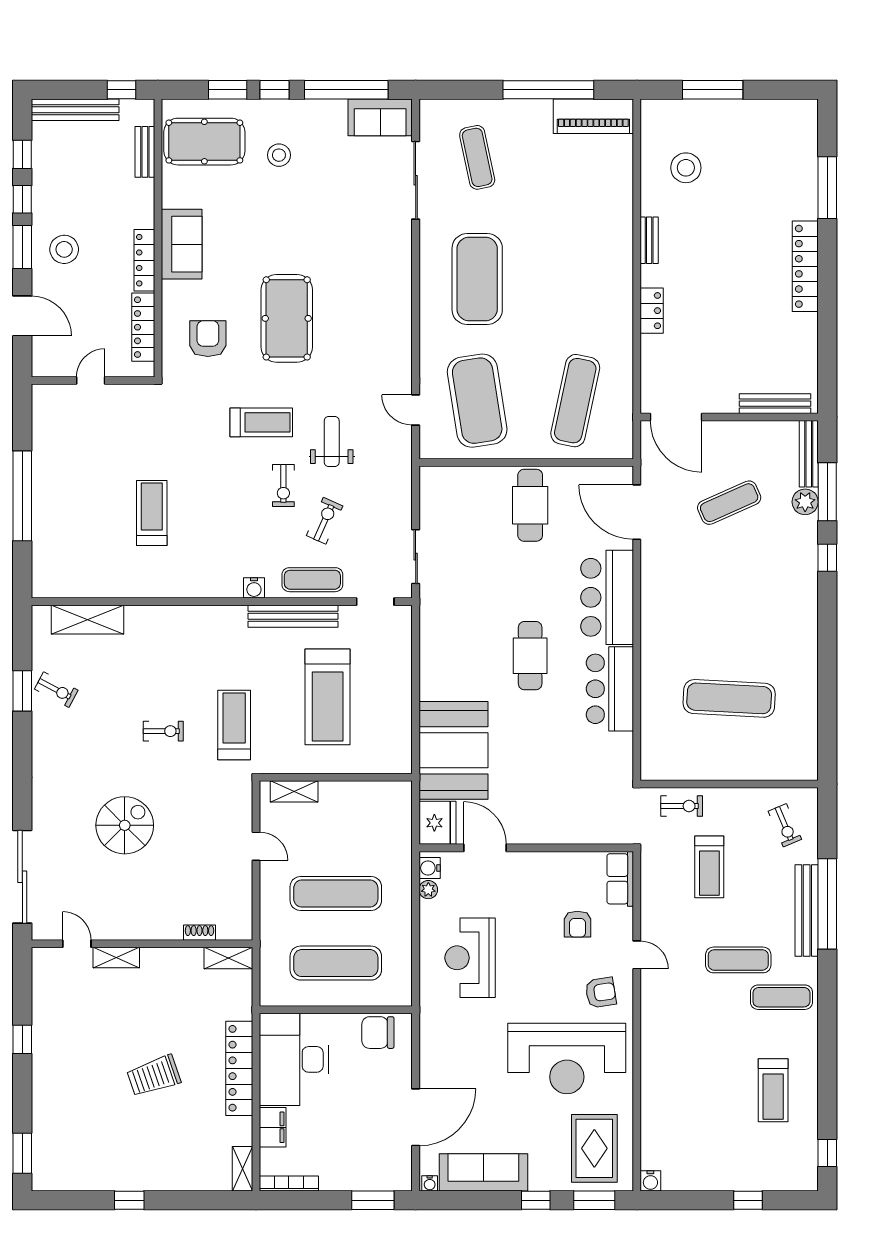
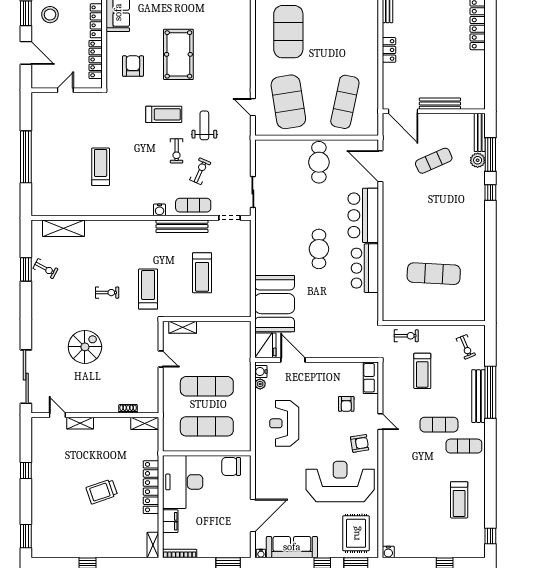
bench: (775, 404) -> (440, 104), moved
treadmill: (328, 697) -> (202, 273), width x0.73, depth x0.73
reception desk: (567, 1059) -> (340, 481), turned 180

